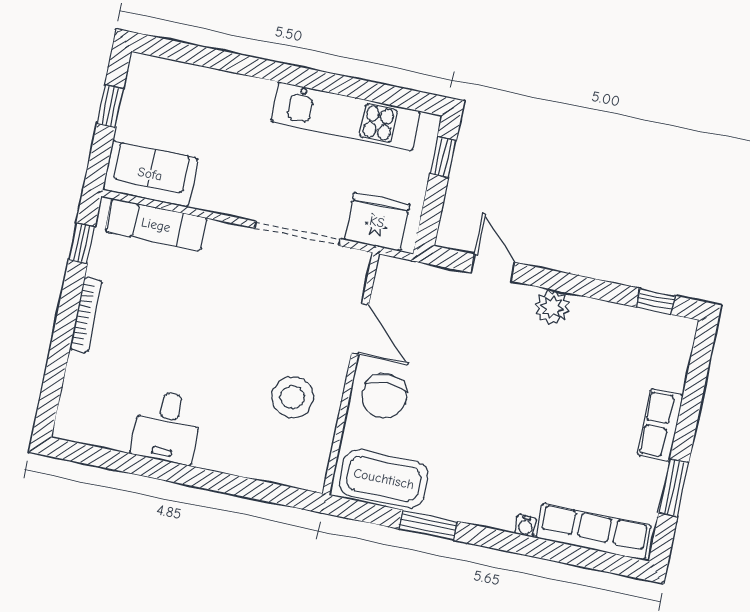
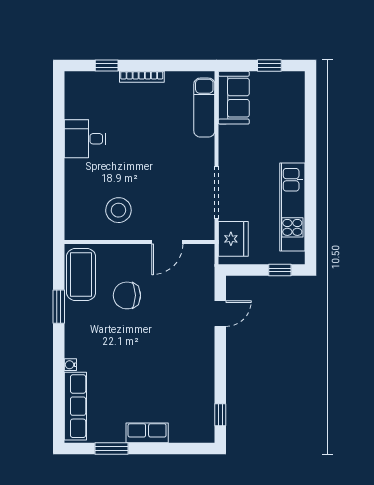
window: (82, 243) -> (107, 65), moved
plant: (552, 307) -> (204, 354), removed
chair: (384, 396) -> (127, 295), moved

